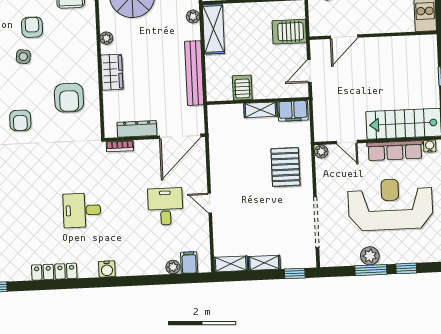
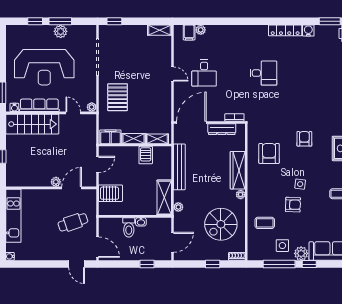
armchair: (32, 27) -> (293, 205), turned -88
plant: (367, 44) -> (56, 182), added
wardrobe: (112, 72) -> (238, 170), width x1.50
shelving: (264, 263) -> (157, 139), moved
water cooler: (107, 269) -> (308, 31), moved

